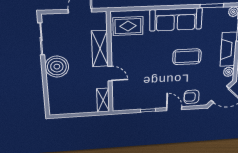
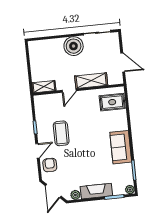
sofa: (176, 19) -> (121, 147), width x0.73
rug: (128, 26) -> (112, 102), turned 90
coffee table: (187, 57) -> (61, 133), moved

